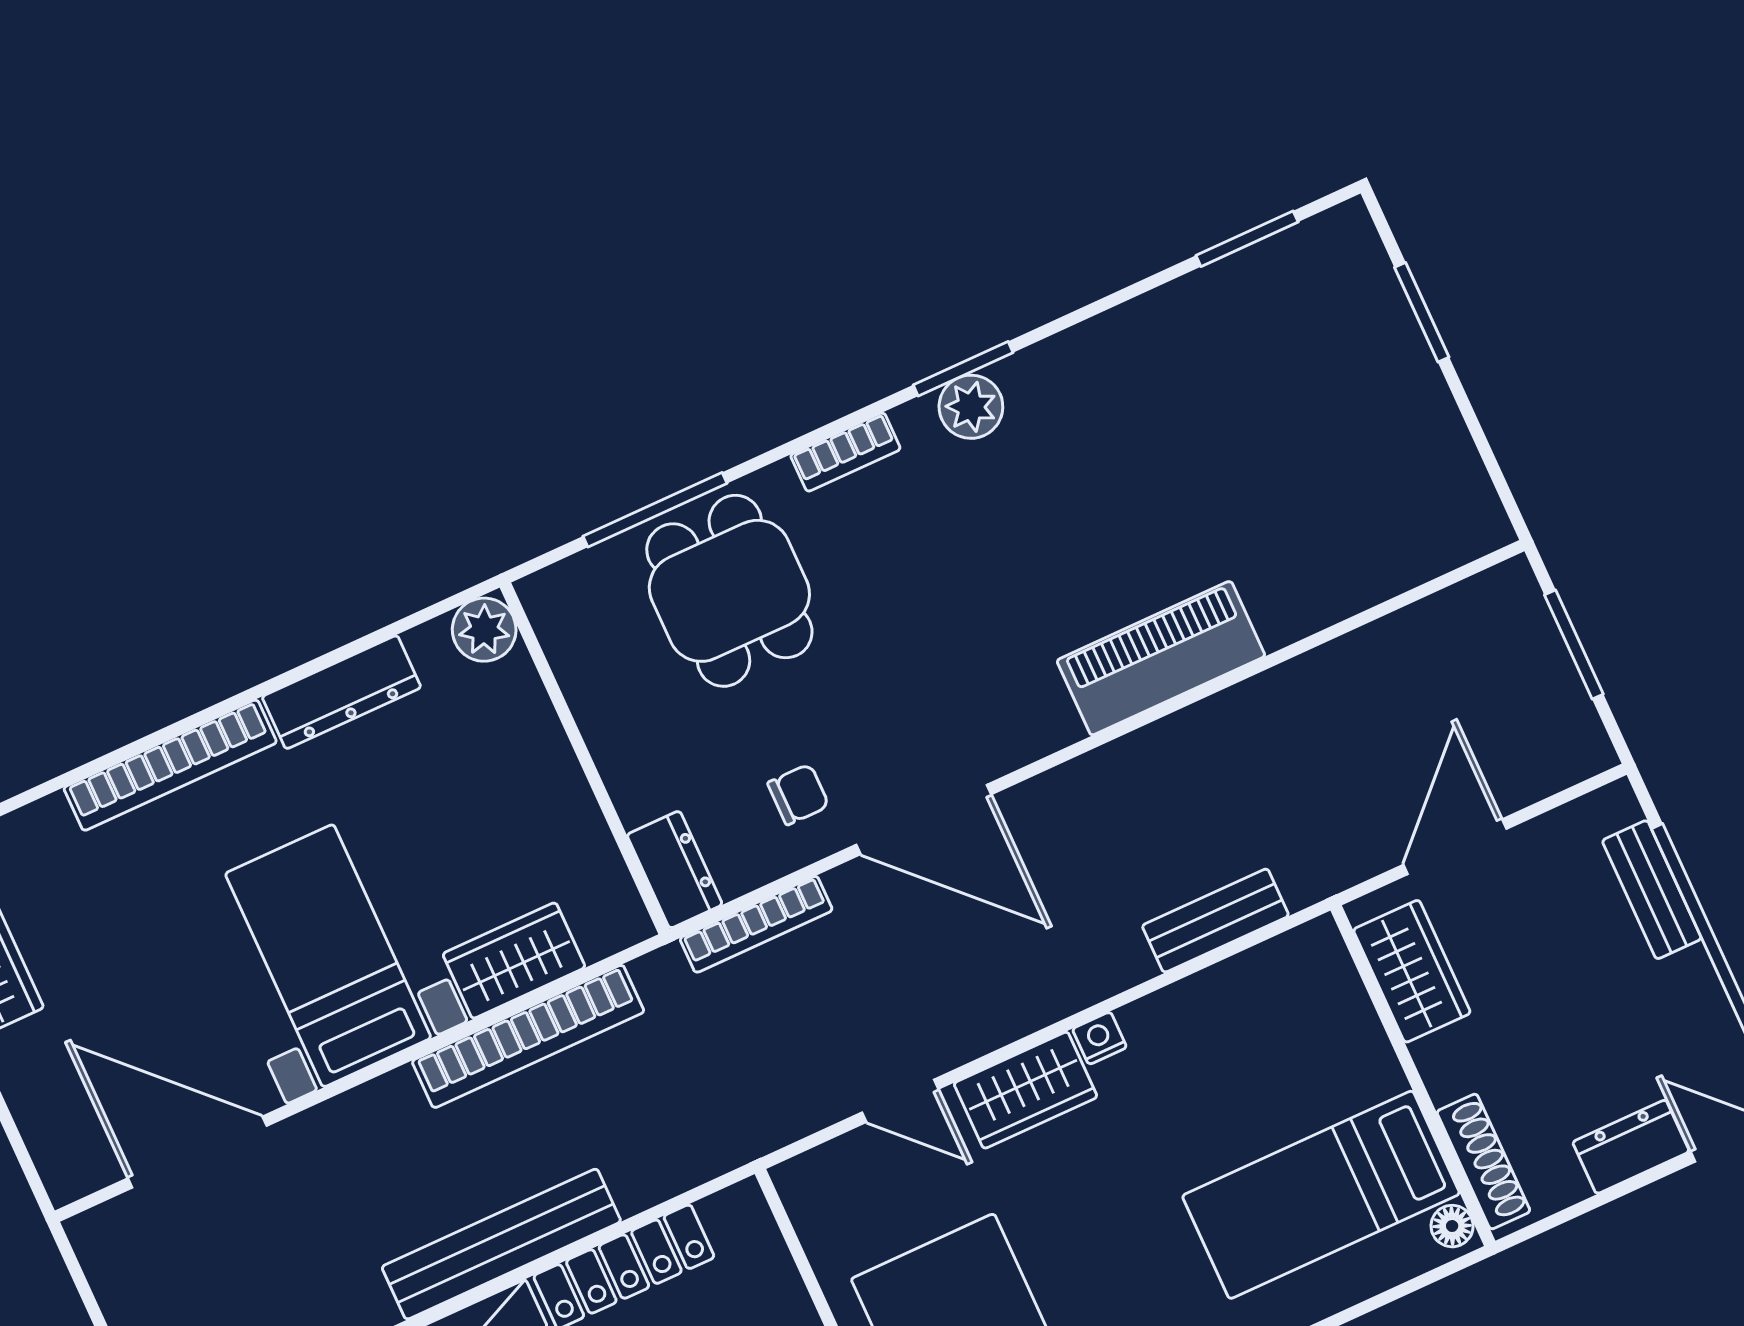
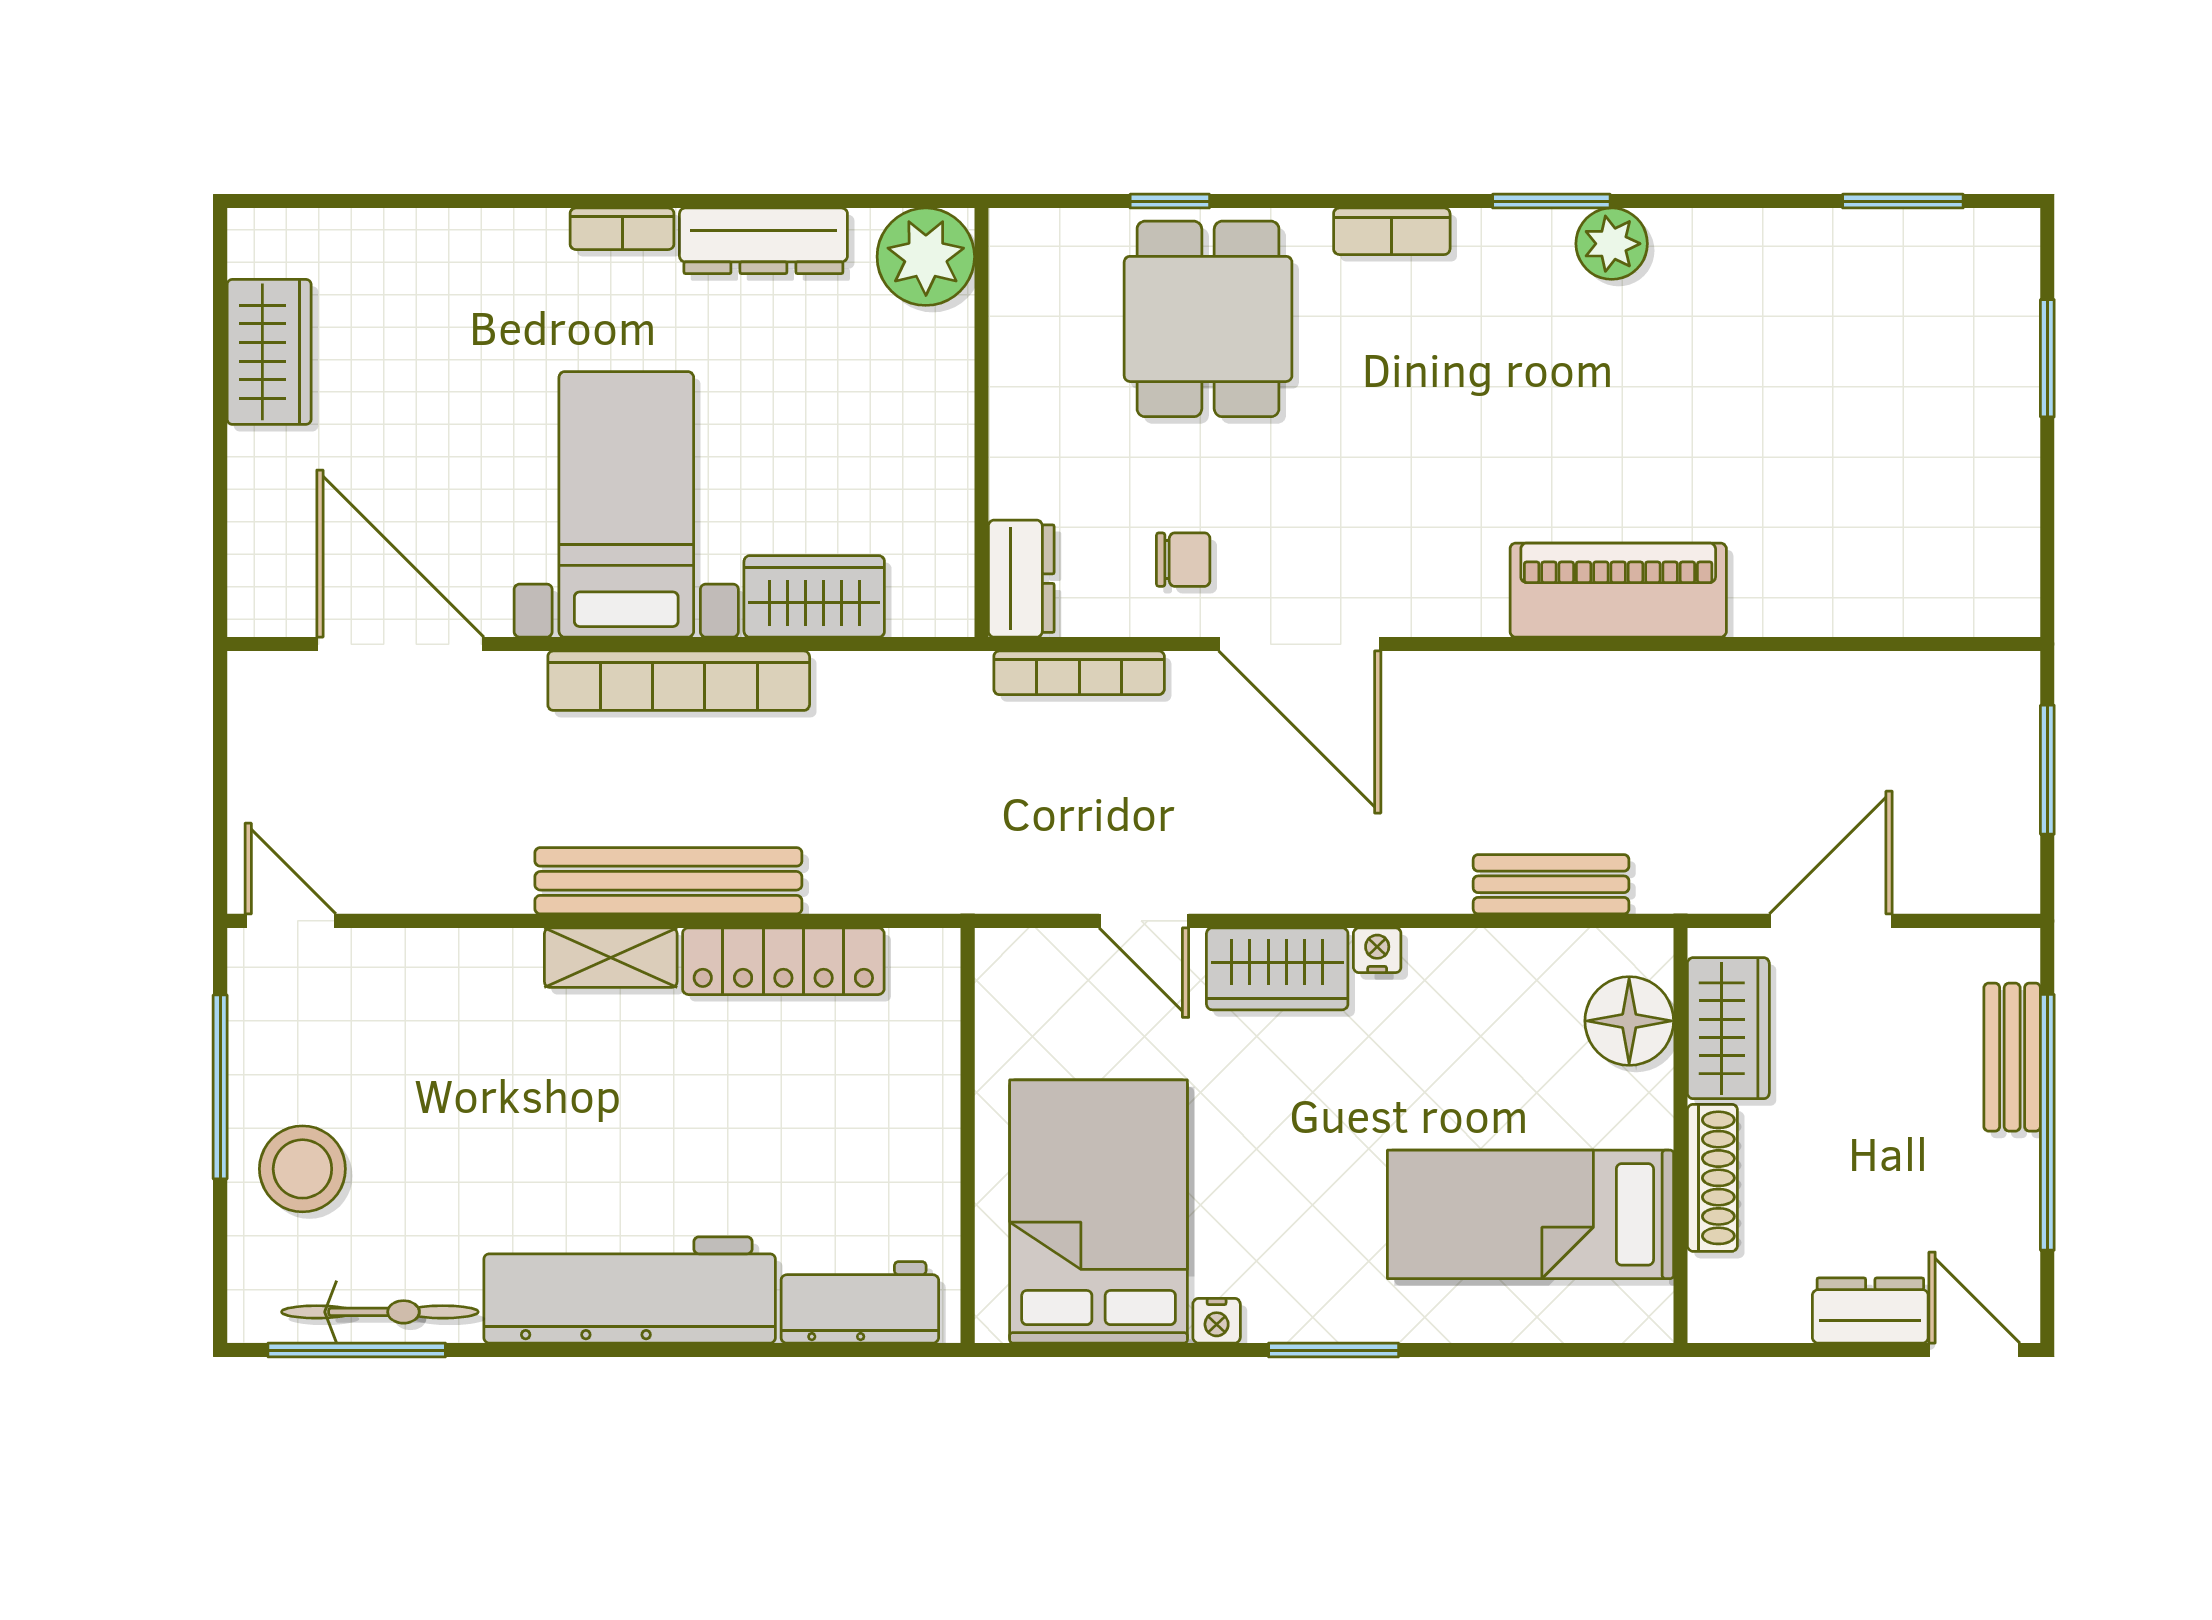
plant: (971, 407) -> (1612, 244), moved
window: (655, 510) -> (1170, 201), width x0.46
plant: (484, 630) -> (926, 257), width x1.36, depth x1.36
bookcase: (170, 765) -> (622, 229), width x0.43, depth x0.76
bookcase: (528, 1036) -> (679, 681), moved
shoe rack: (1483, 1161) -> (1712, 1178), moved
floor lamp: (1452, 1226) -> (1629, 1021), moved, width x1.89, depth x1.89

